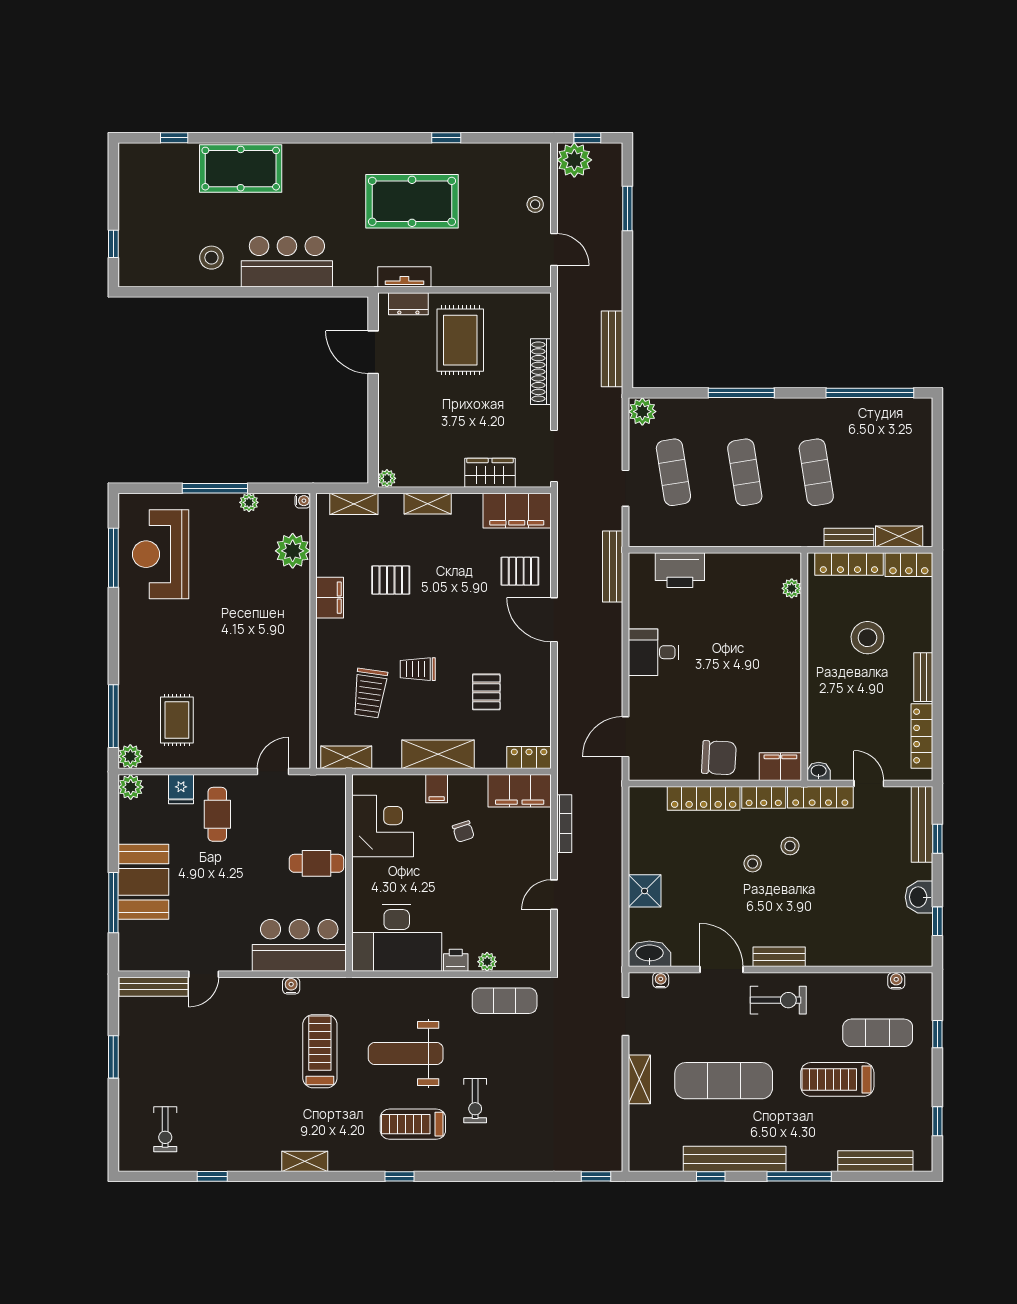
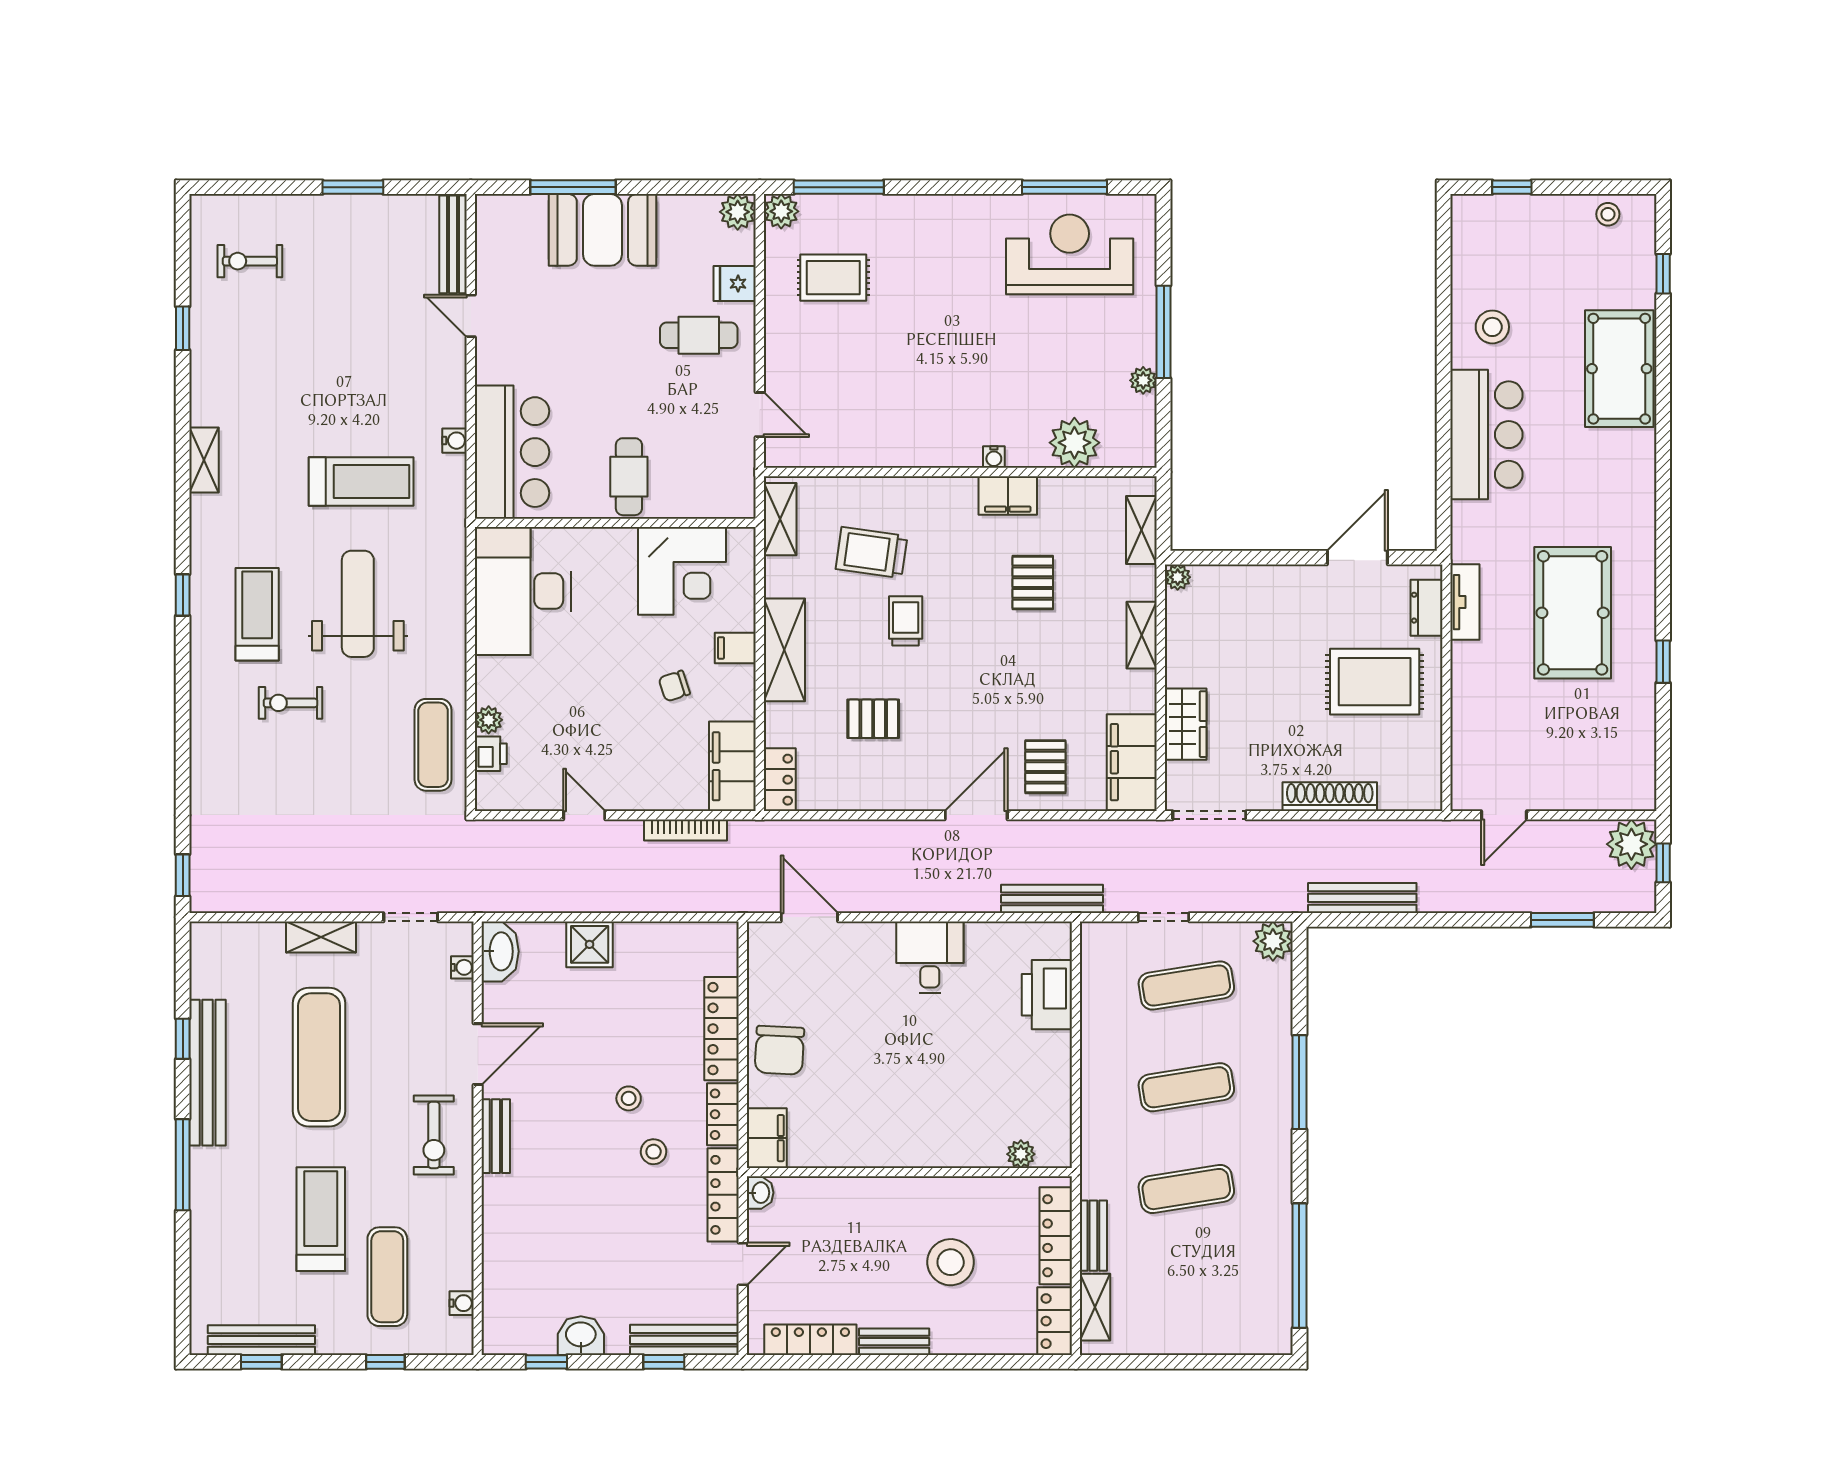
stool: (535, 204) -> (1608, 214), moved
water cooler: (303, 501) -> (994, 457), moved
printer: (456, 960) -> (491, 754), moved
bench: (875, 1161) -> (261, 1340), moved, turned 90

